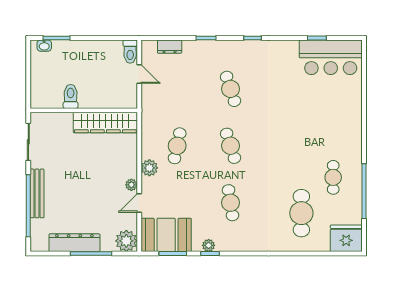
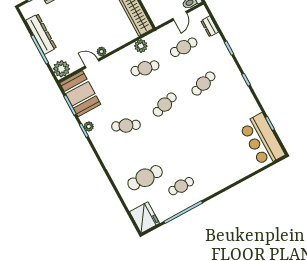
cafe table: (177, 89) -> (184, 47), added
plant: (149, 168) -> (141, 46), moved
cafe table: (231, 203) -> (126, 126), turned 33

